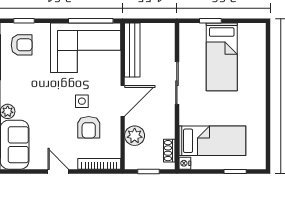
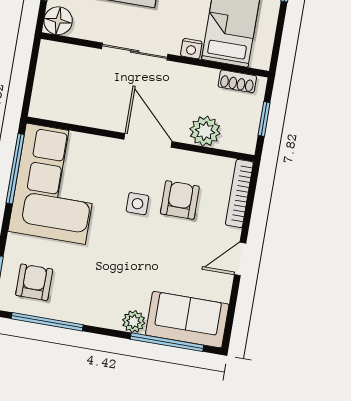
floor lamp: (188, 32) -> (58, 21), added
bench: (132, 50) -> (72, 112), removed
armchair: (89, 127) -> (180, 200), turned -90
nightstand: (185, 163) -> (191, 49), moved

